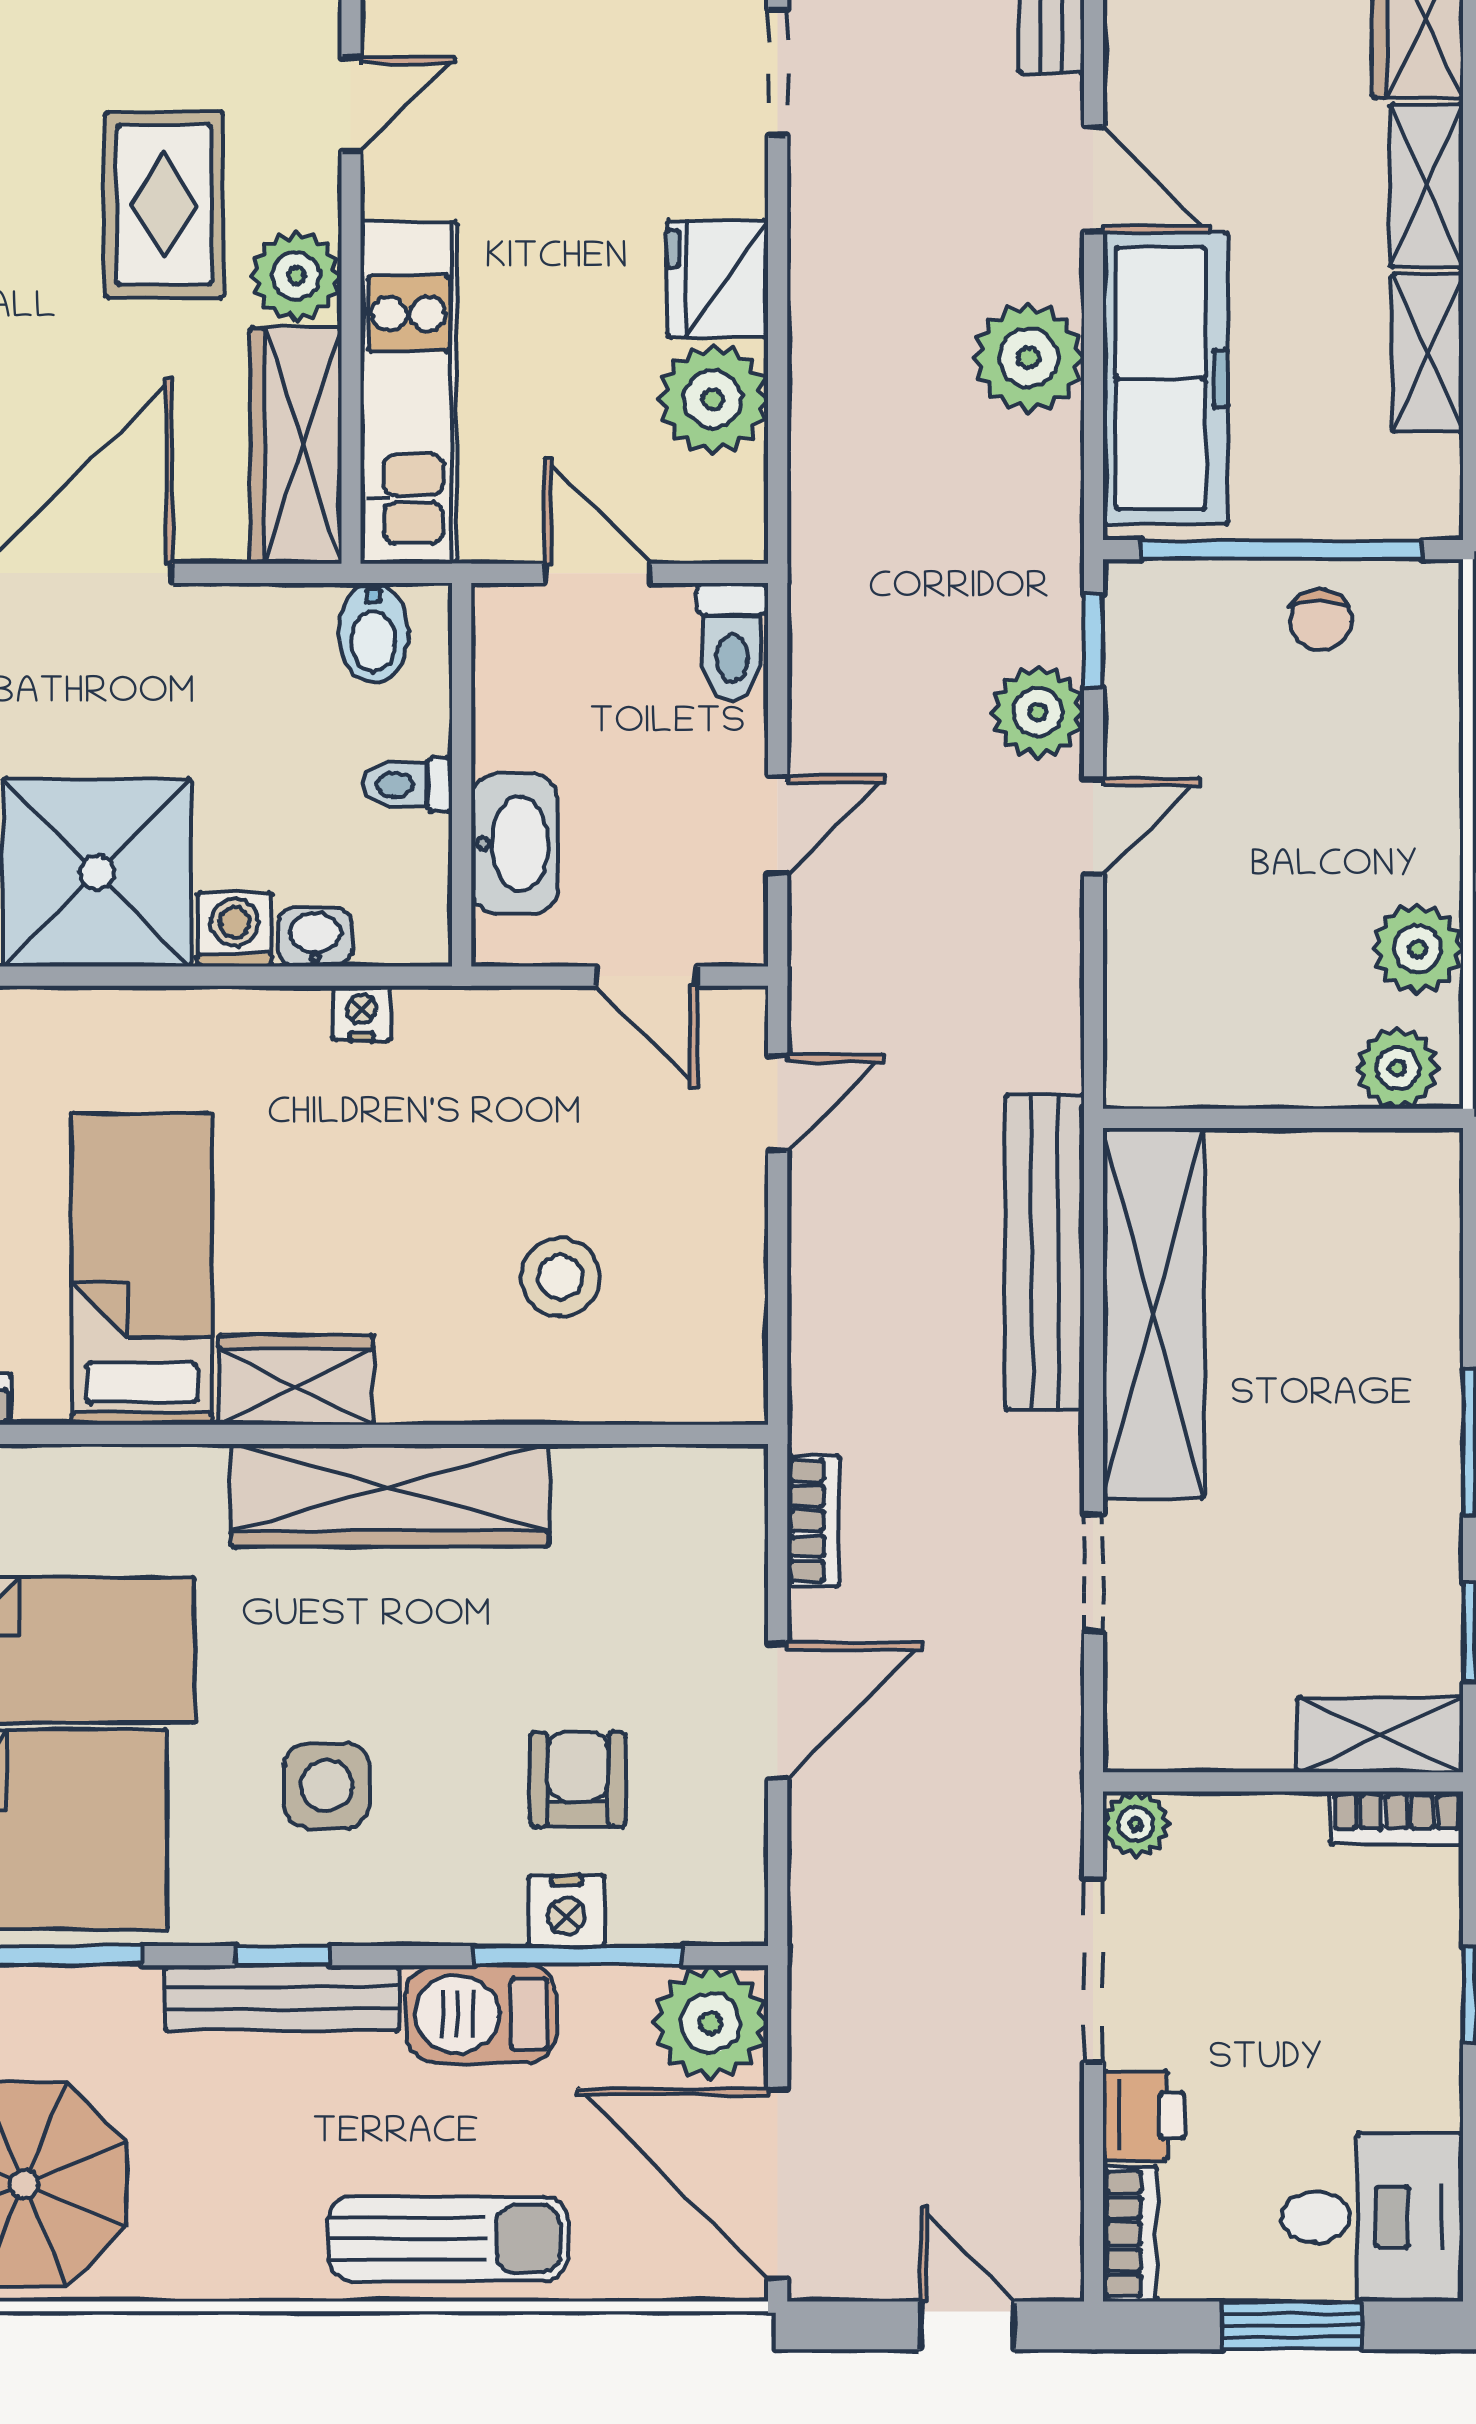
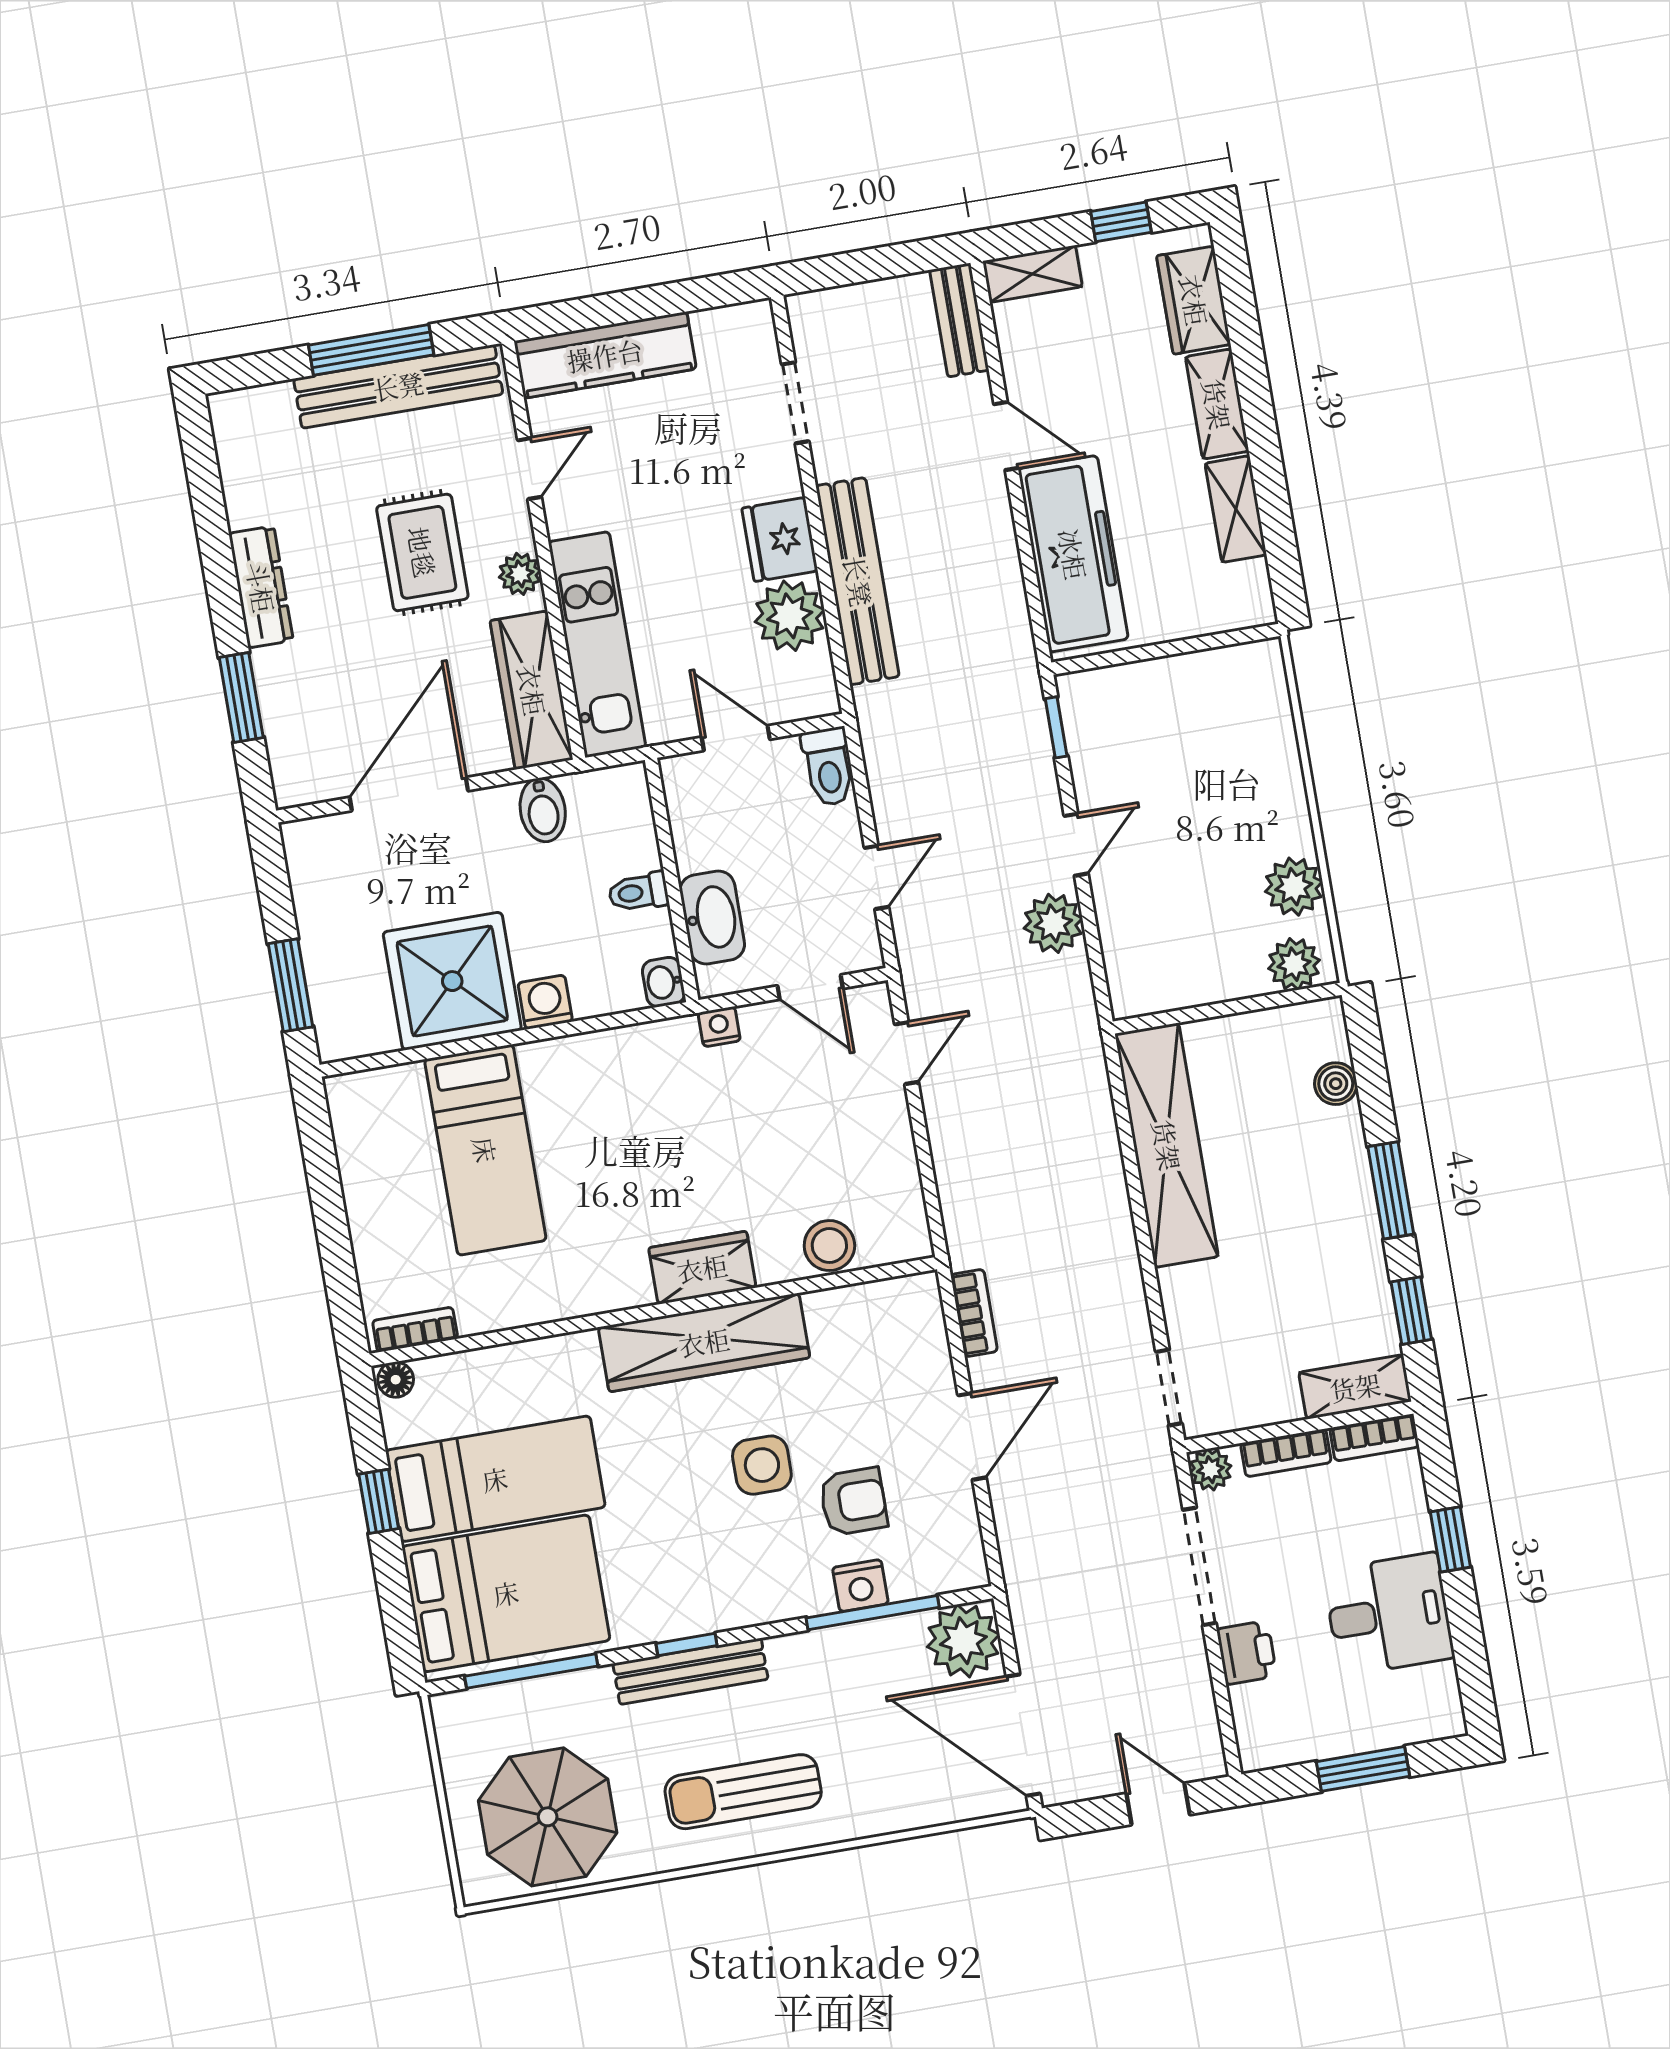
plant: (296, 276) -> (520, 574), width x0.73, depth x0.73
plant: (1028, 358) -> (984, 556), removed
window: (1282, 550) -> (1165, 649), removed
chair: (1320, 620) -> (1197, 690), removed
bidet: (373, 633) -> (543, 810), moved
plant: (1038, 712) -> (1053, 923), moved
washbasin: (315, 937) -> (664, 982), moved, turned -90
nightstand: (362, 1013) -> (719, 1027), moved
bench: (1045, 1253) -> (858, 581), moved
boiler: (1430, 1263) -> (1336, 1084), added
bed: (142, 1269) -> (485, 1150), moved, turned 180
stool: (560, 1277) -> (829, 1246), moved
wardrobe: (296, 1380) -> (702, 1268), moved
doorway: (1093, 1573) -> (1169, 1387), moved
armchair: (578, 1780) -> (853, 1502), turned 90
side table: (327, 1785) -> (762, 1465), moved
barbecue: (481, 2014) -> (818, 1660), removed
desk: (1372, 2217) -> (1389, 1614), moved
bookcase: (1130, 2234) -> (1286, 1453), moved, turned 90
sun lounger: (448, 2239) -> (743, 1792), moved, turned 180

